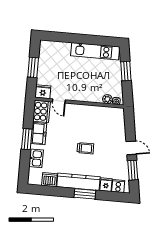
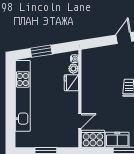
kitchen unit: (95, 51) -> (23, 96), width x1.36
fridge: (43, 92) -> (71, 83), moved

